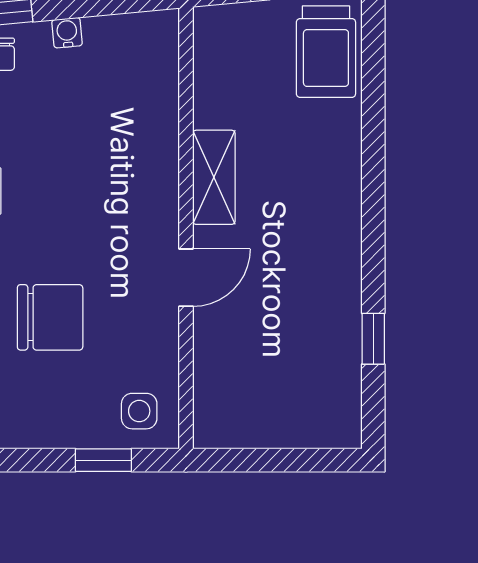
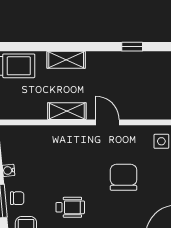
shelving: (341, 175) -> (66, 60), added

